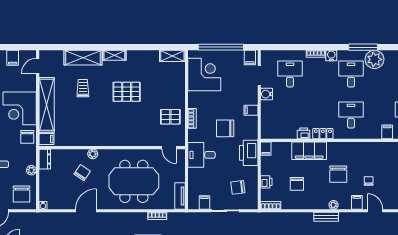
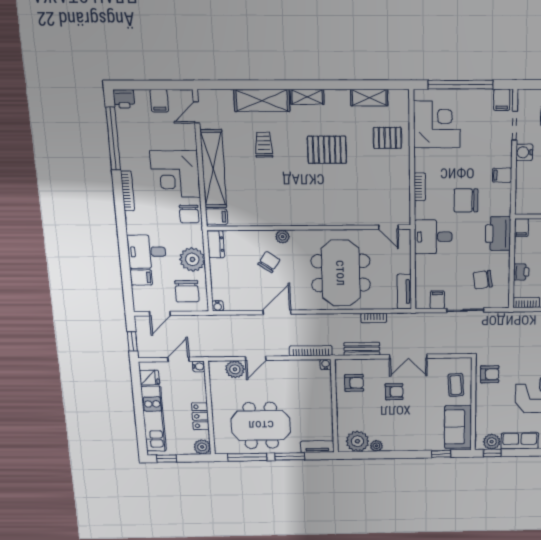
shelving: (172, 56) -> (369, 98), moved
pallet: (170, 117) -> (387, 138), moved
plant: (31, 170) -> (192, 259), width x1.87, depth x1.87
meeting table: (134, 181) -> (341, 273), turned 90

